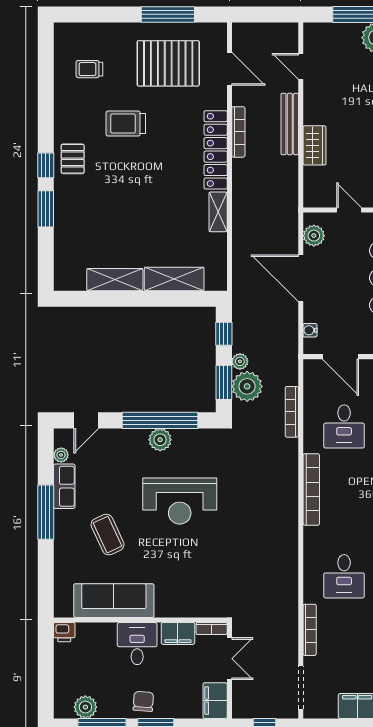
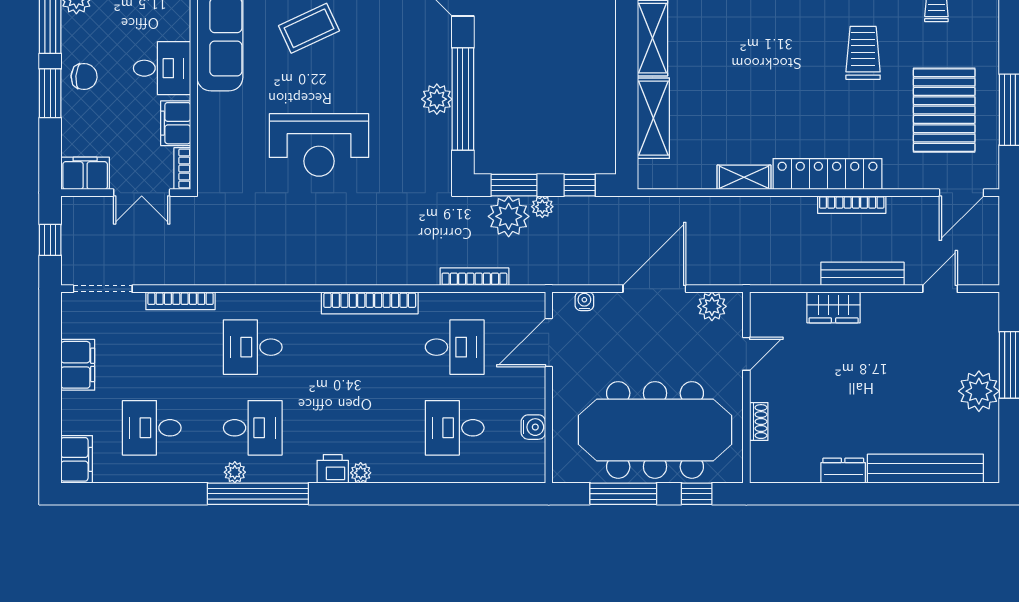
door: (229, 69) -> (961, 193), moved
desk: (344, 426) -> (455, 347), turned 180
reception desk: (180, 501) -> (319, 145), moved, turned -90

